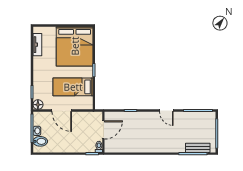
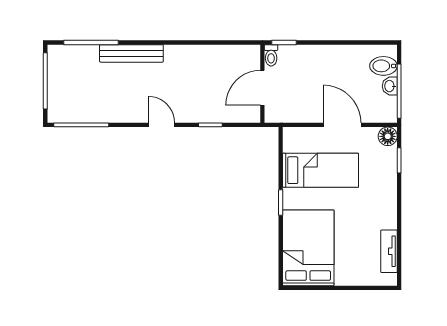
bed: (75, 46) -> (308, 248), width x0.73
door: (166, 111) -> (162, 125), moved
bench: (198, 148) -> (131, 53), moved, width x1.36

